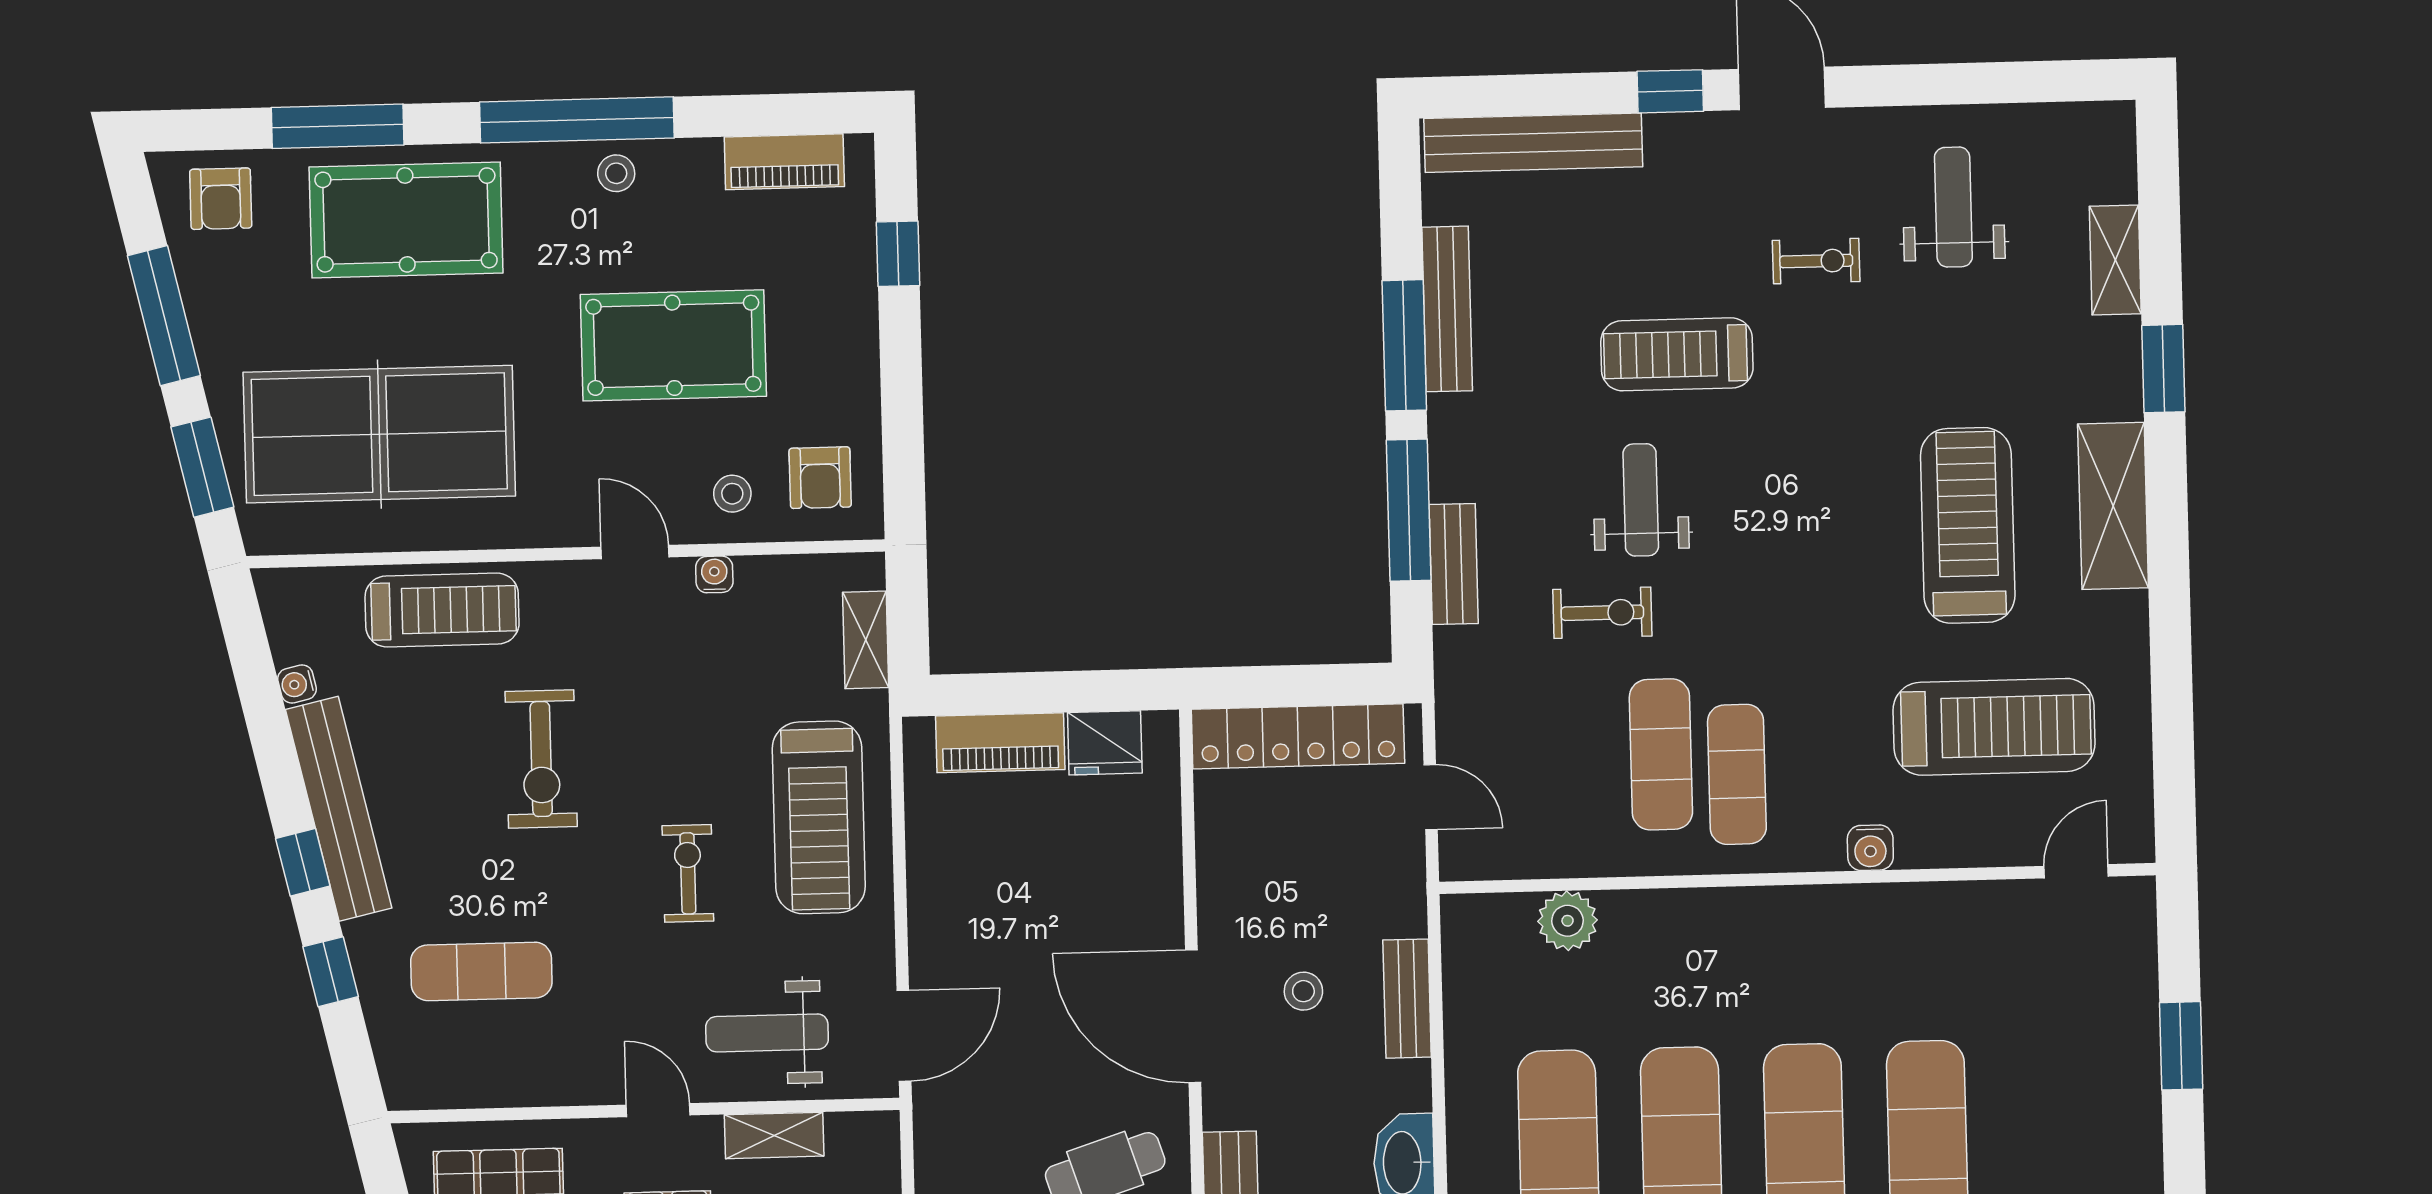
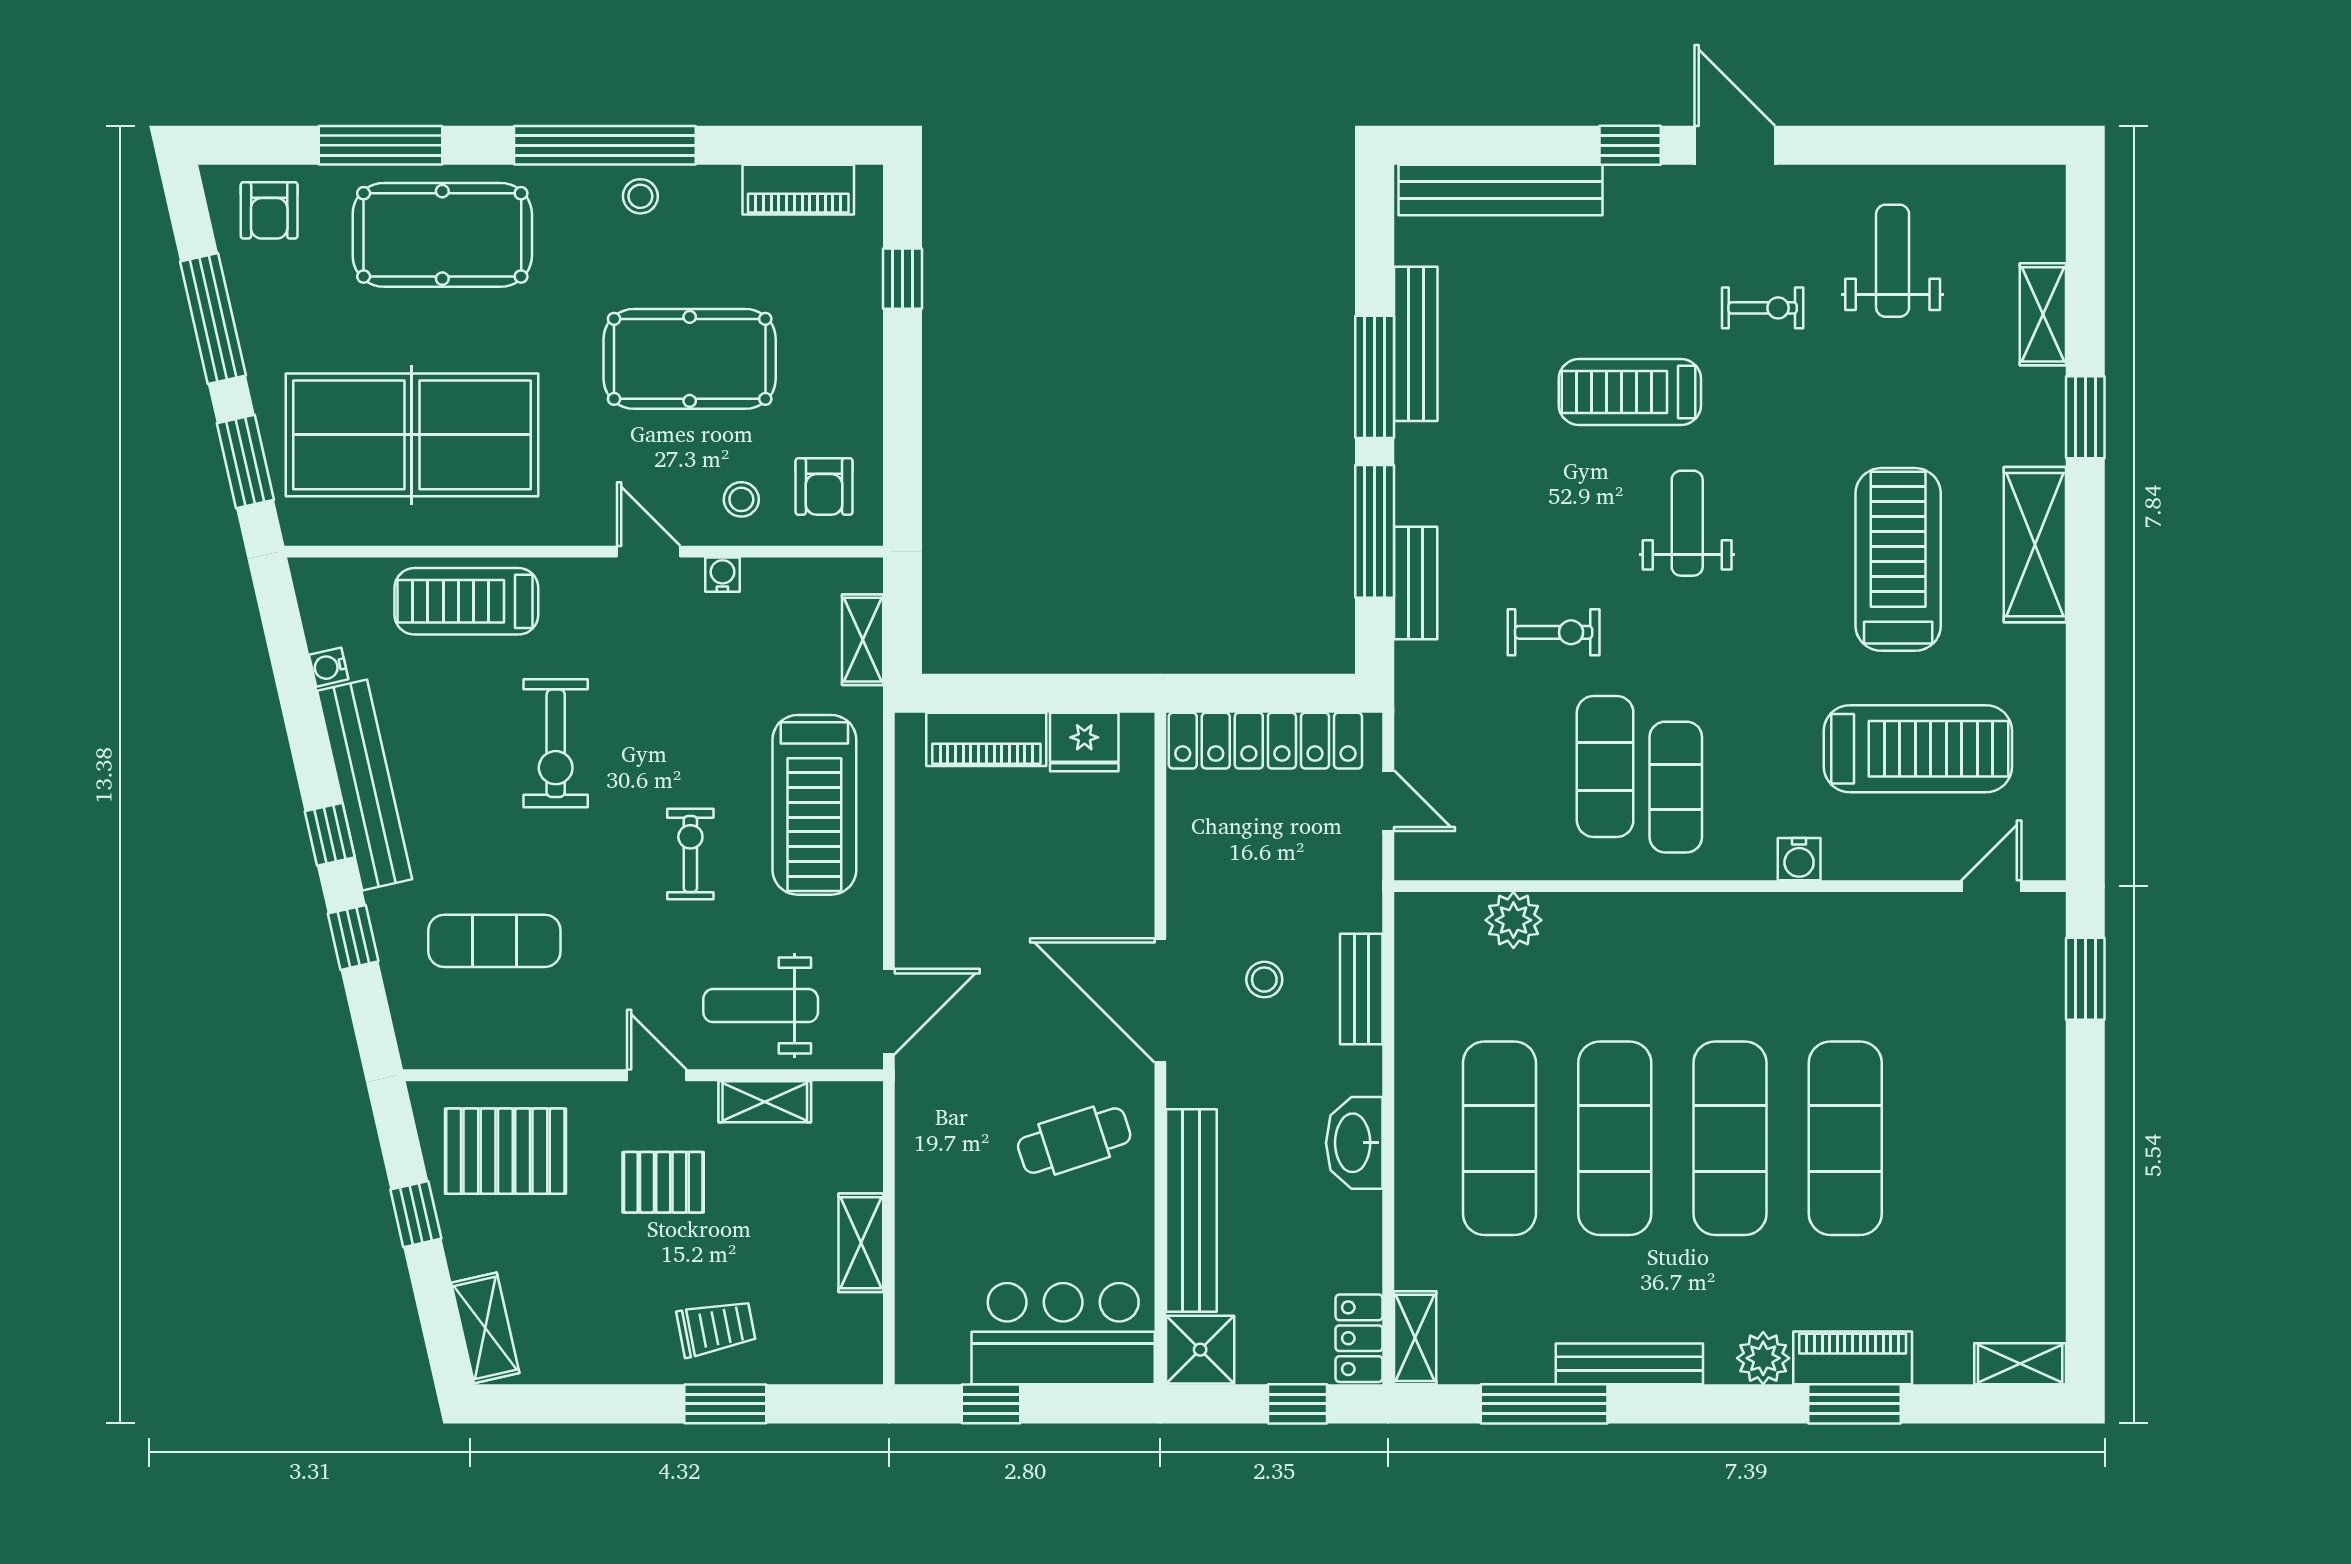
weight bench: (1641, 500) -> (1687, 523), moved
treadmill: (442, 610) -> (466, 601), turned 180
window: (2181, 1046) -> (2085, 979), moved

